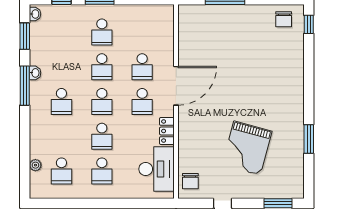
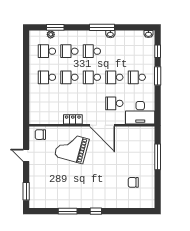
chair: (284, 19) -> (133, 182), moved
window: (309, 24) -> (96, 211), moved
window: (25, 36) -> (55, 27), moved
school desk: (142, 101) -> (69, 51), moved
grand piano: (247, 148) -> (72, 148), moved
desk: (157, 169) -> (140, 113), moved

